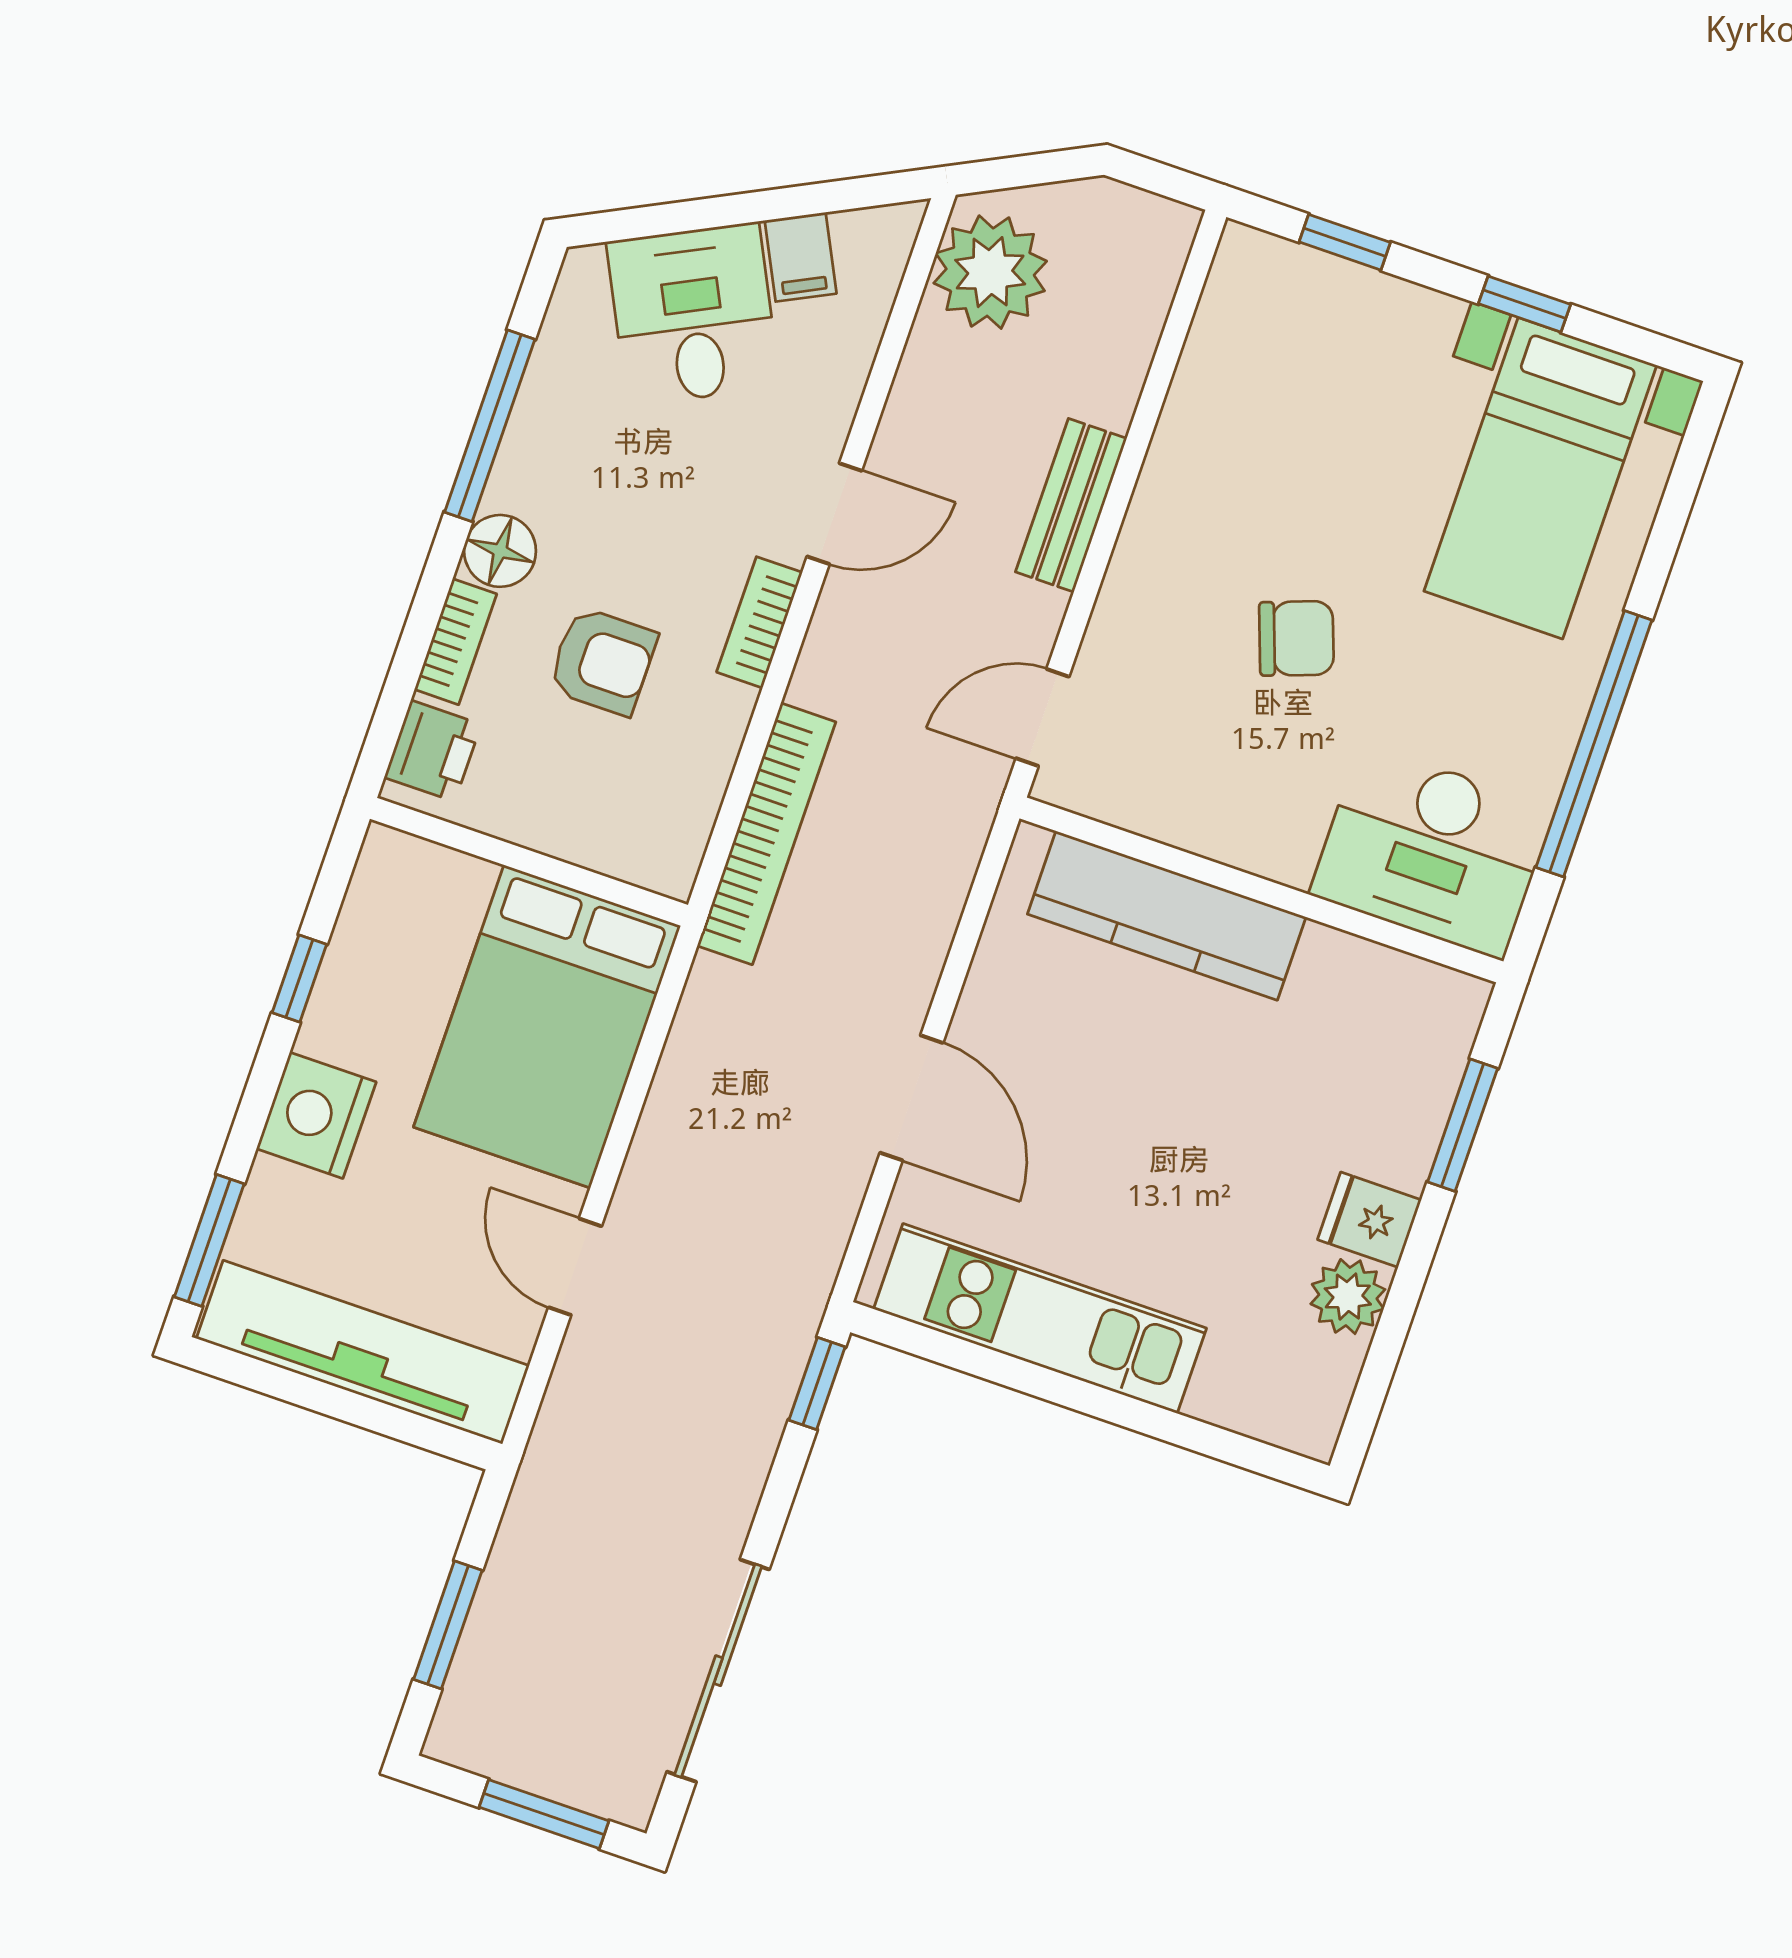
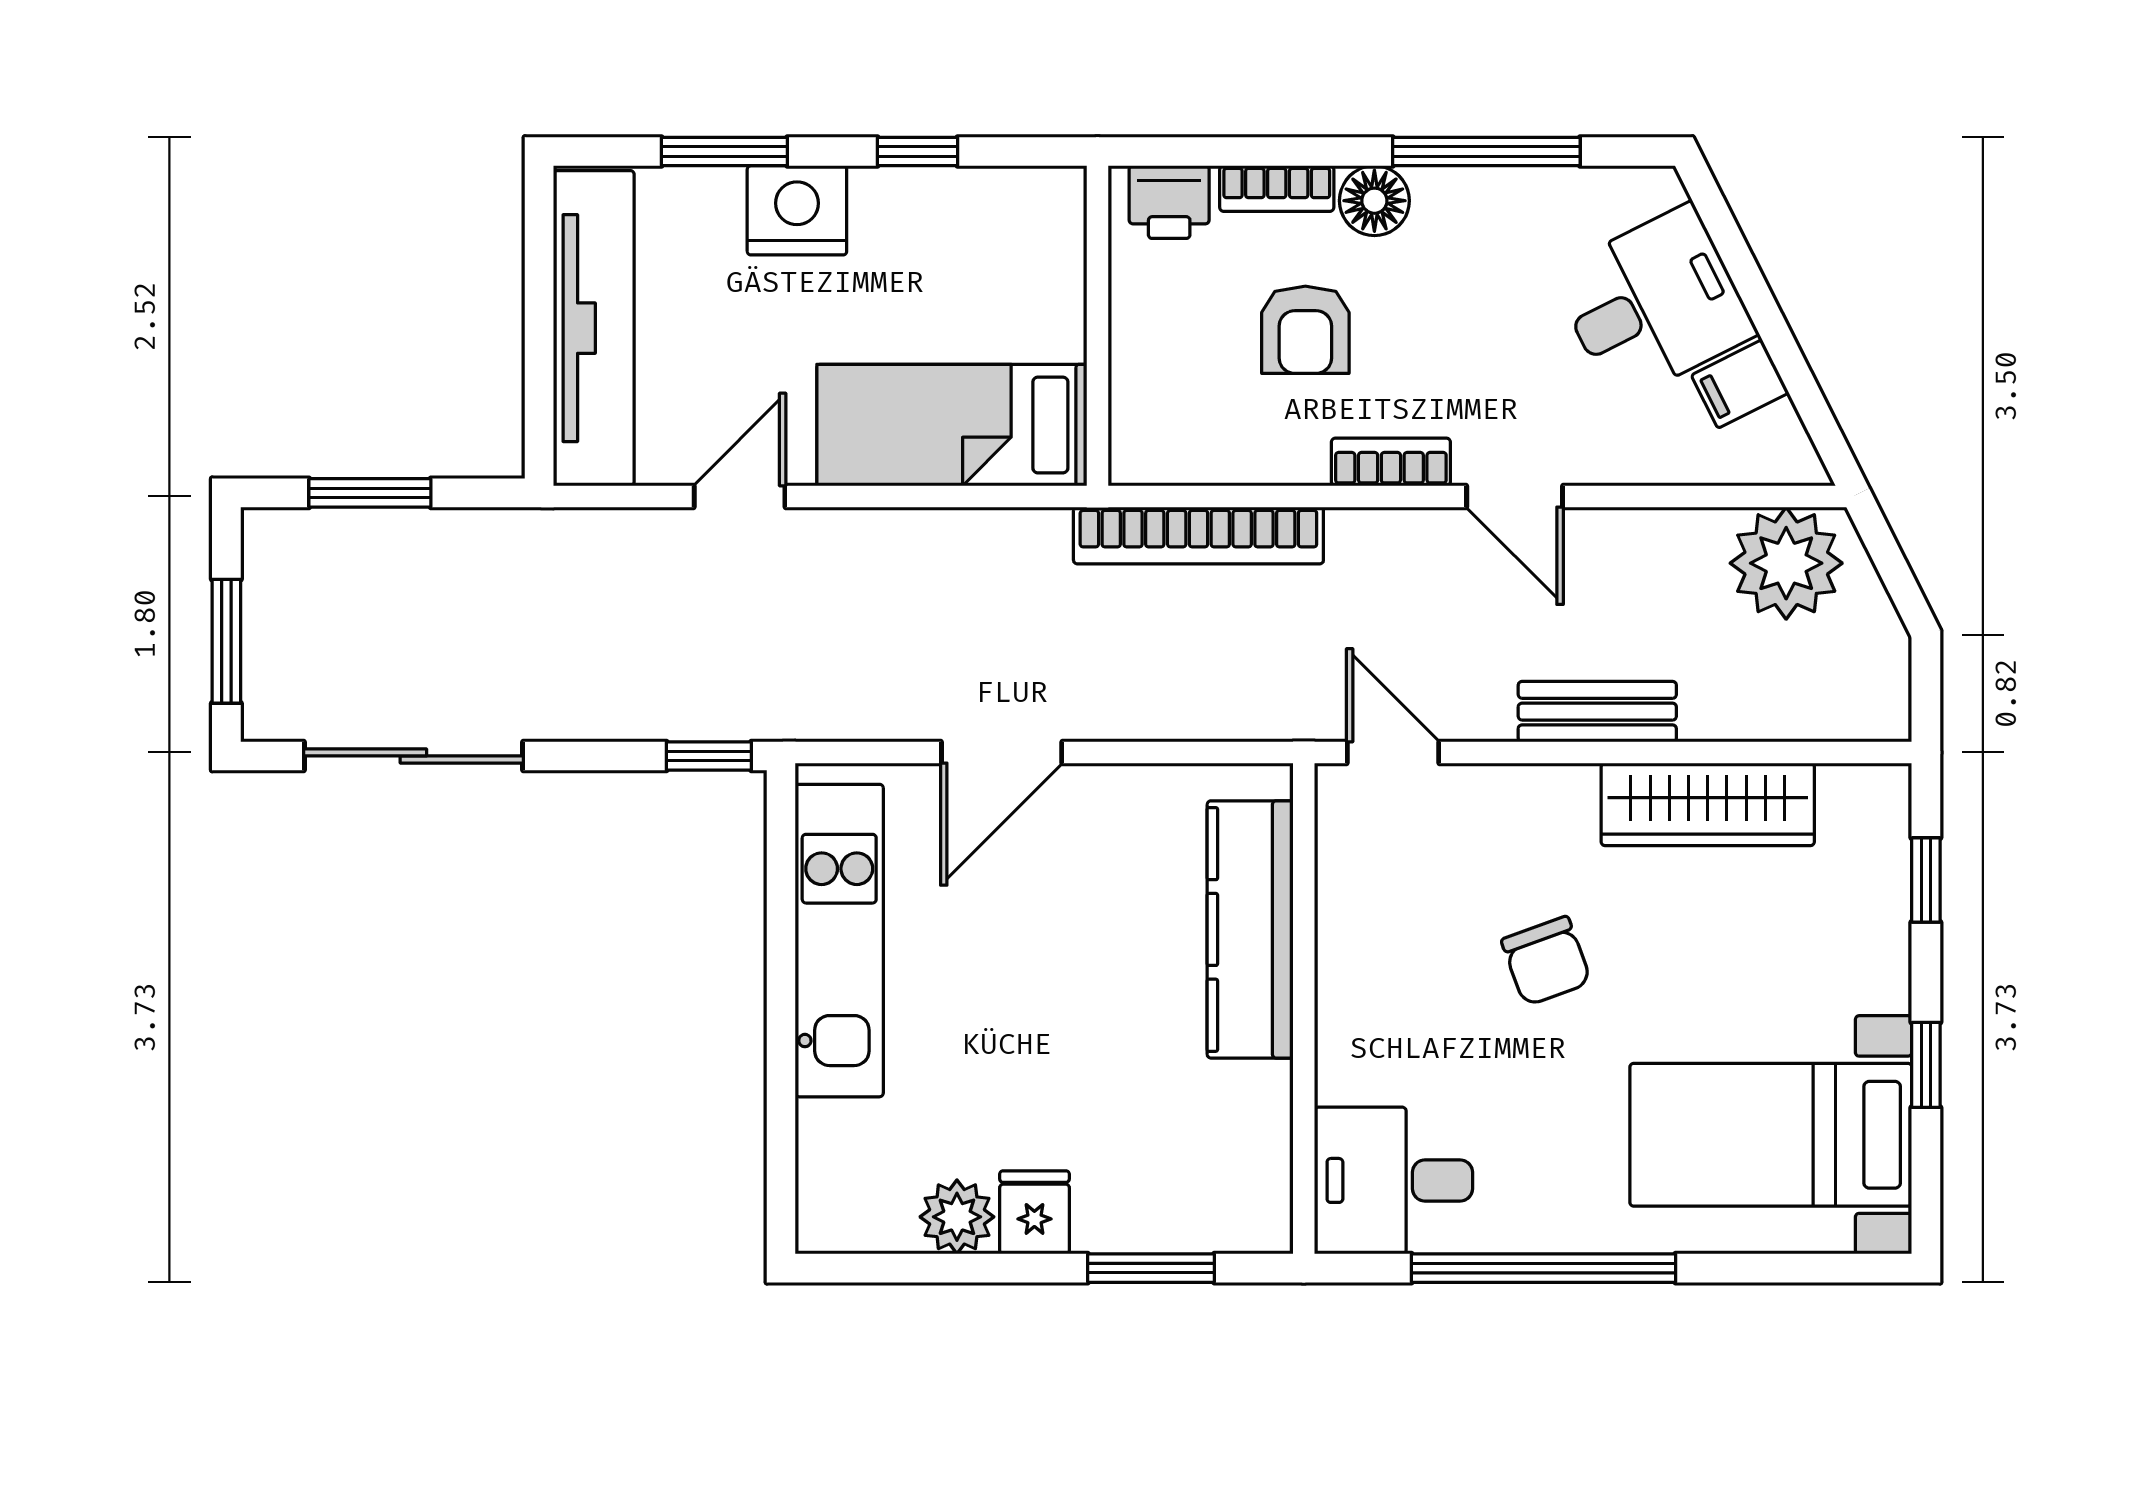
wardrobe: (1198, 429) -> (1708, 804), added
desk: (1432, 851) -> (1393, 1180), width x0.73
bed: (547, 1026) -> (952, 425), width x0.67
window: (209, 1240) -> (724, 152), moved

